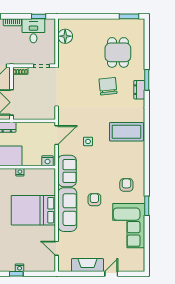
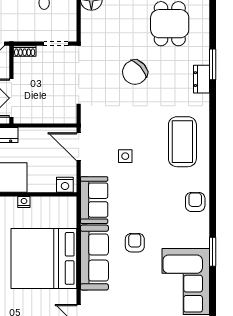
chair: (108, 86) -> (135, 72), moved, turned -126
coffee table: (126, 132) -> (182, 142), turned 90
door: (57, 135) -> (79, 147), swing flipped
armchair: (126, 185) -> (195, 202), moved
bed: (33, 210) -> (44, 258), width x1.36

